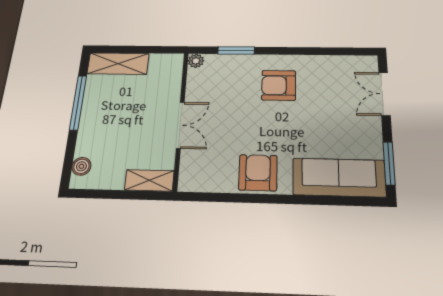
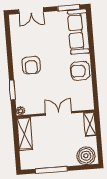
shelving: (118, 64) -> (25, 134), moved
boiler: (81, 166) -> (86, 156), width x1.86, depth x1.86

